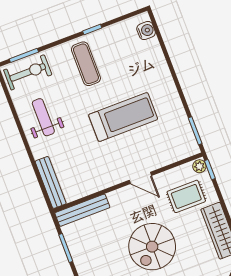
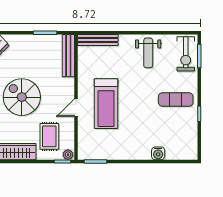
water cooler: (146, 31) -> (158, 153), moved
weight bench: (43, 117) -> (148, 53), turned 90
treadmill: (123, 117) -> (106, 104), moved

